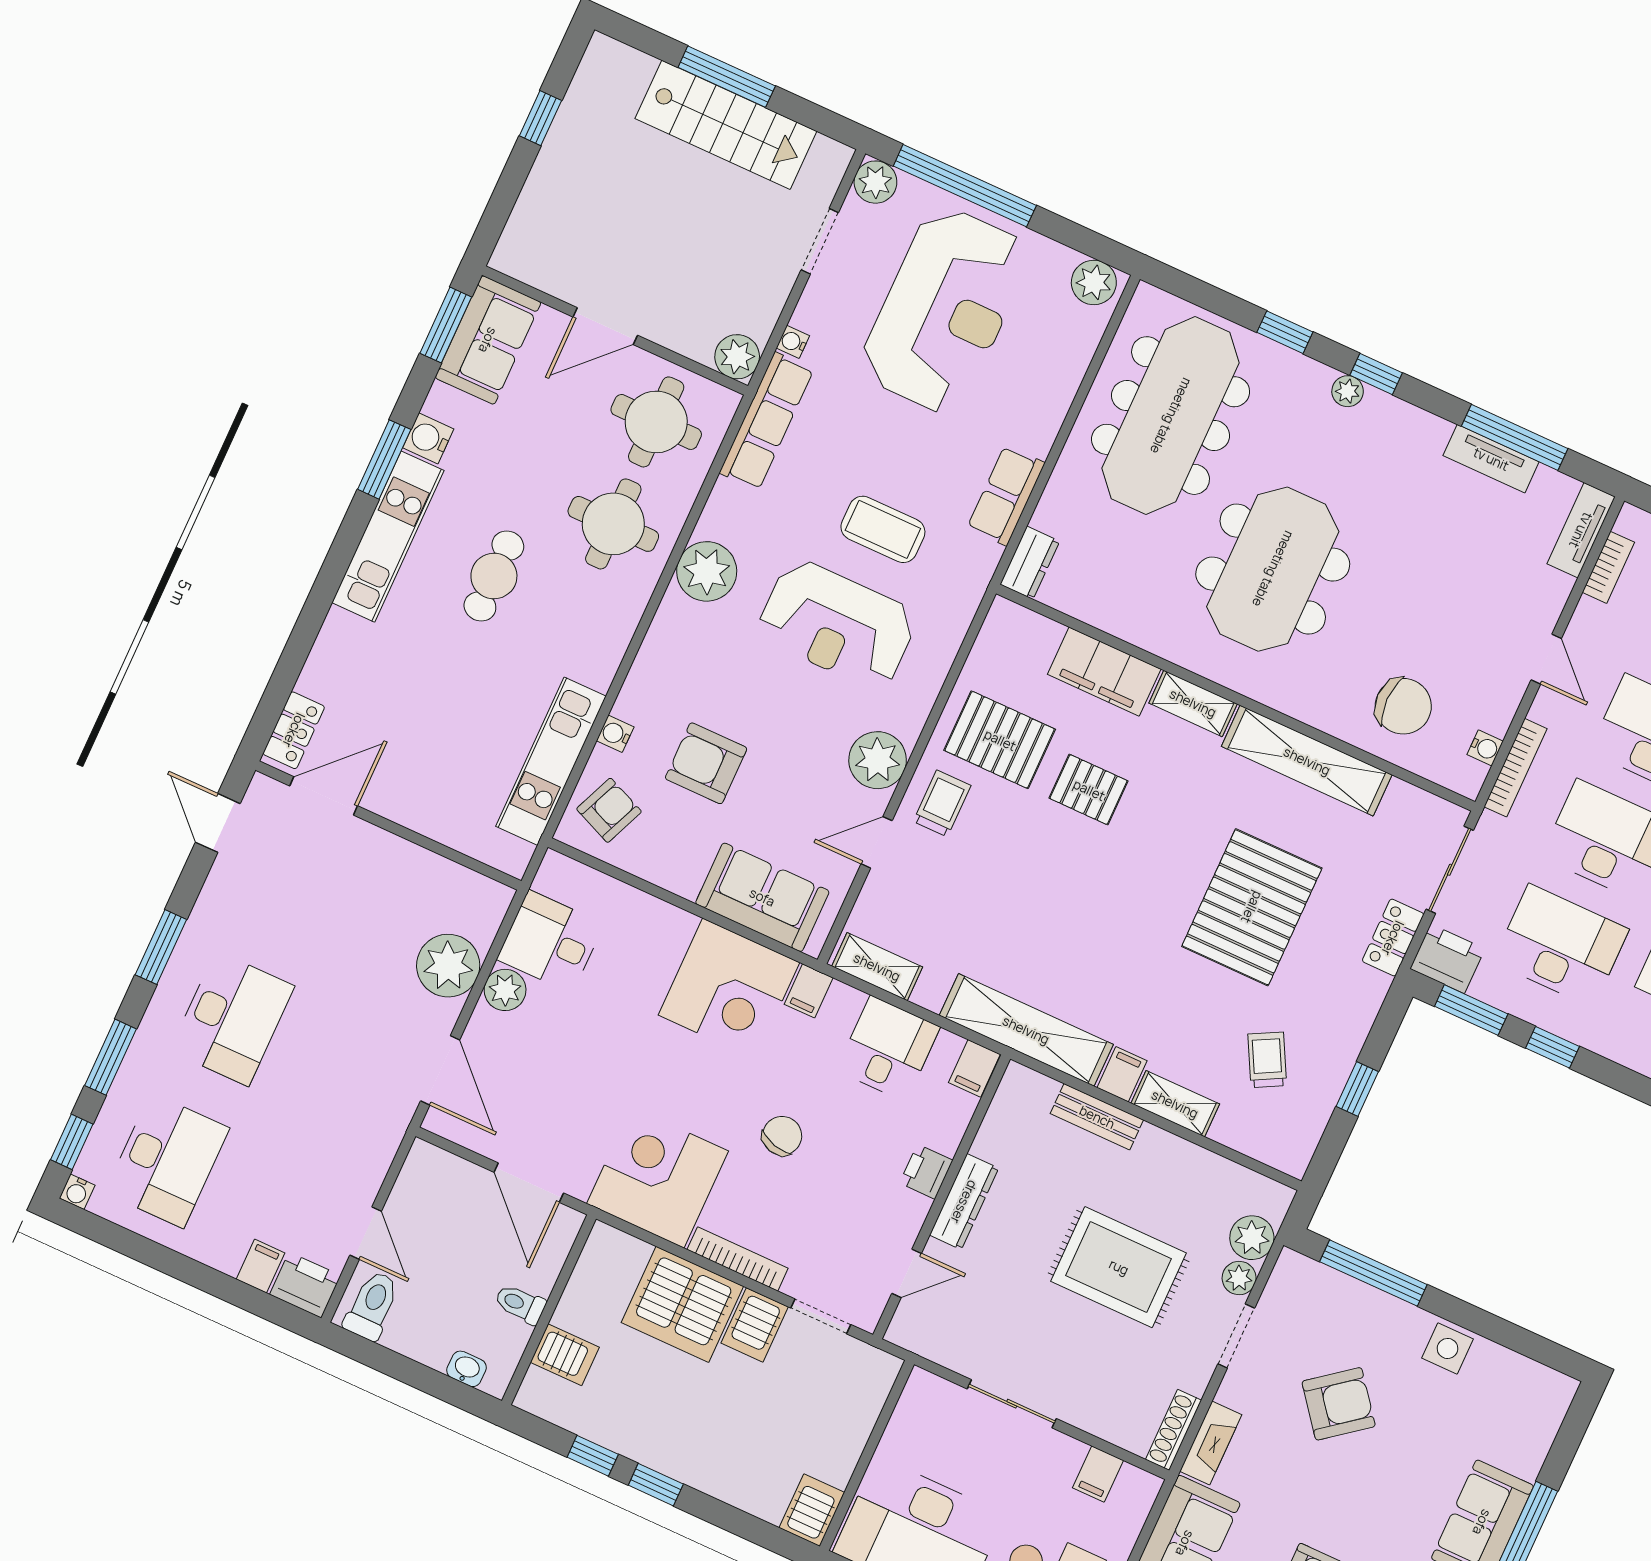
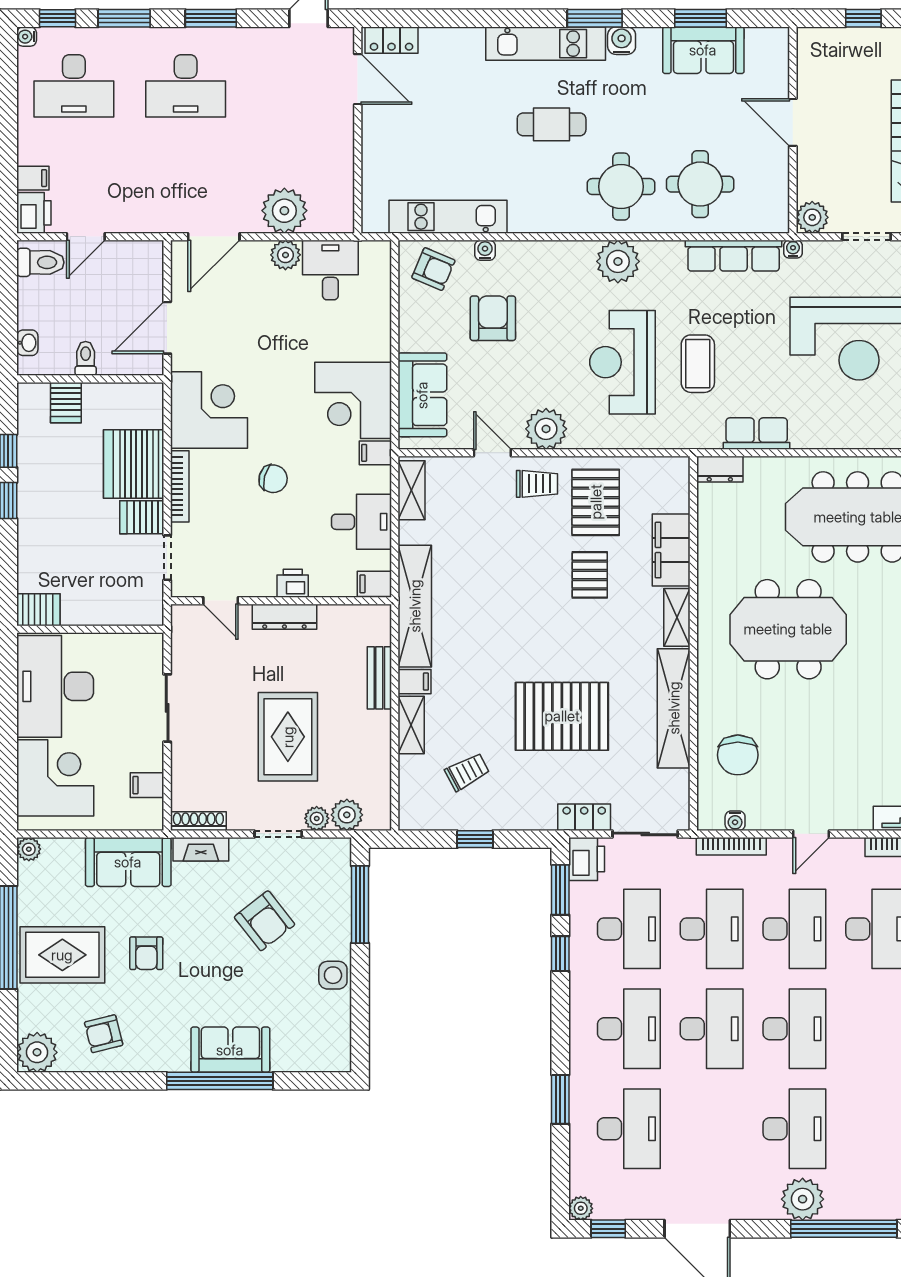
door: (605, 326) -> (793, 122), moved
wall: (615, 331) -> (793, 130), moved
plant: (737, 357) -> (812, 217), moved

